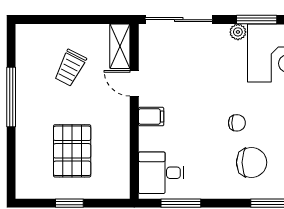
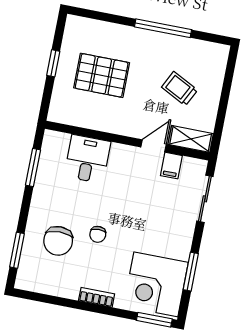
sliding door: (179, 20) -> (205, 199), width x0.73
plant: (238, 32) -> (183, 252), removed
filing cabinet: (151, 117) -> (171, 166), moved
desk: (161, 173) -> (87, 159), moved

